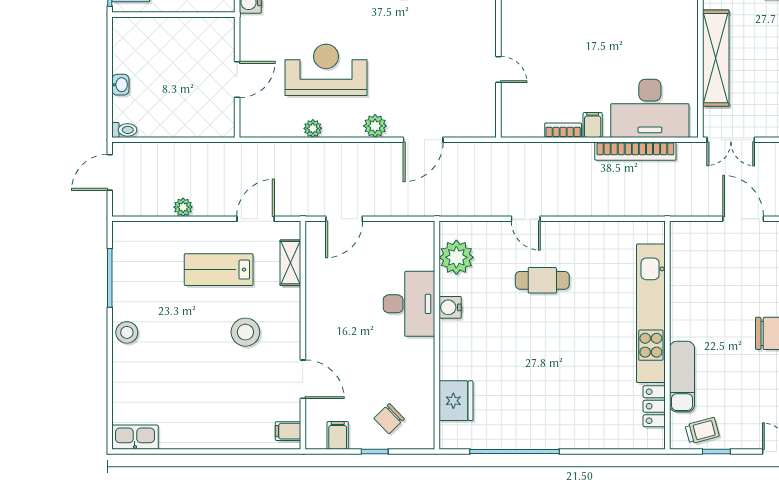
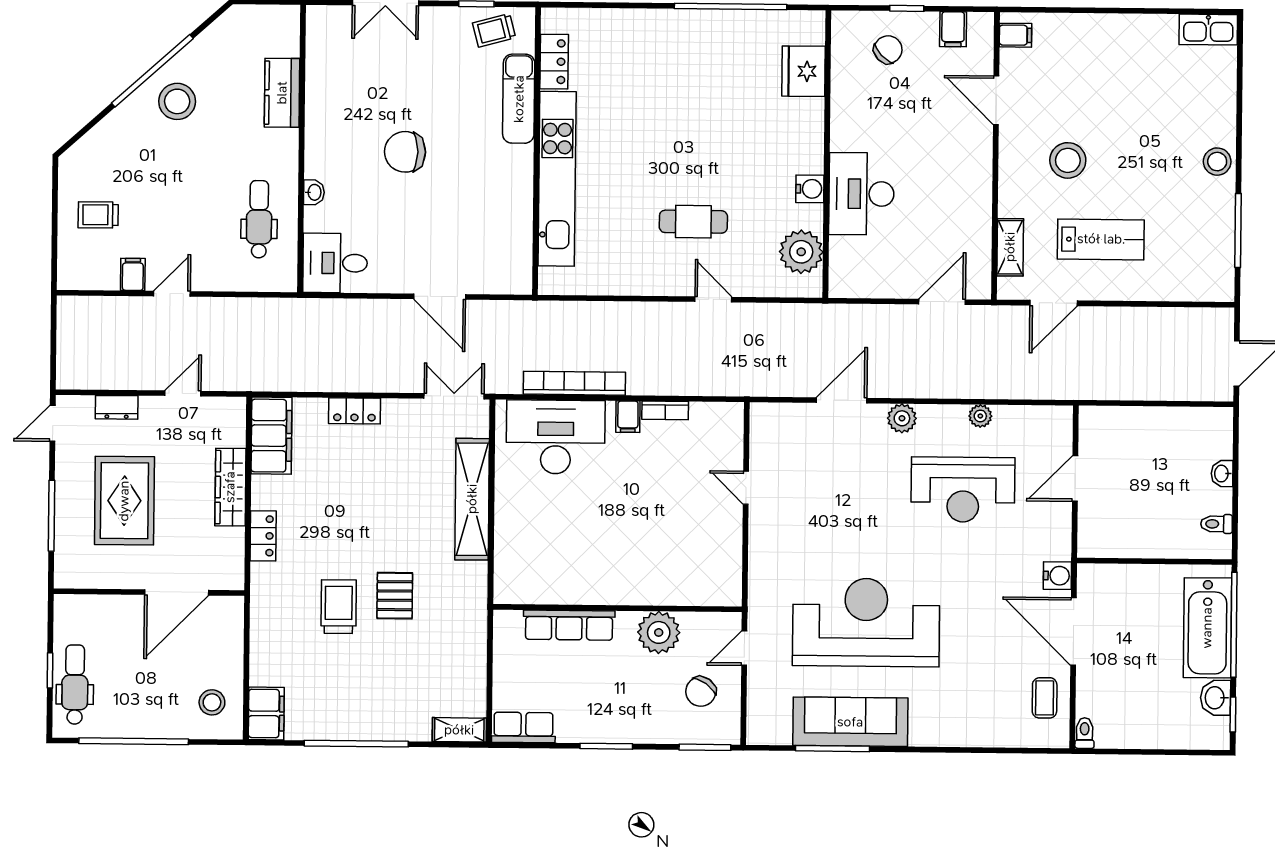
toilet: (124, 130) -> (1217, 524), moved
plant: (183, 207) -> (1145, 319), removed

